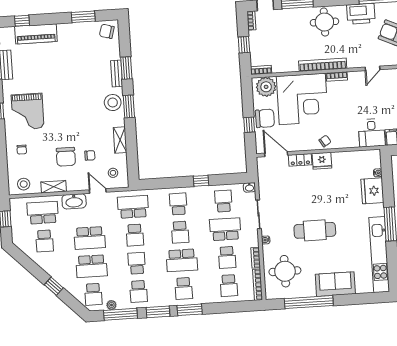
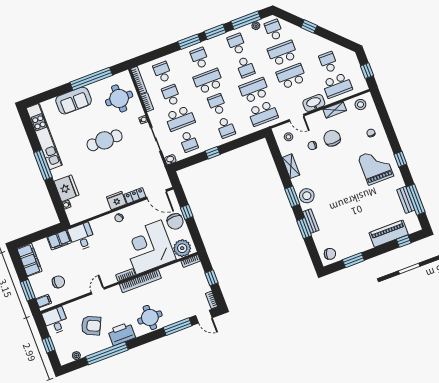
chair: (265, 118) -> (175, 221), turned -90
school desk: (135, 235) -> (254, 90), width x1.85

